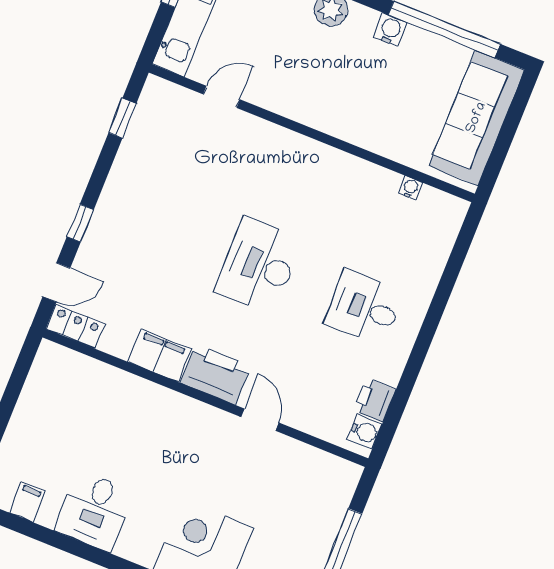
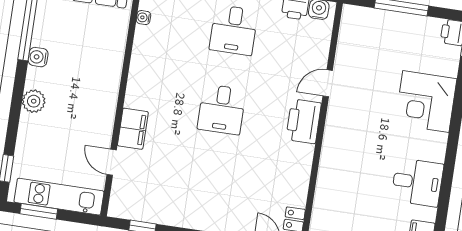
desk: (259, 266) -> (222, 109), width x0.73
filing cabinet: (160, 355) -> (133, 129), moved, turned 180

